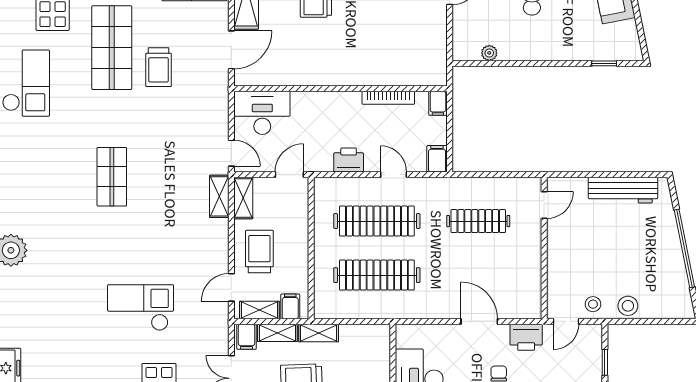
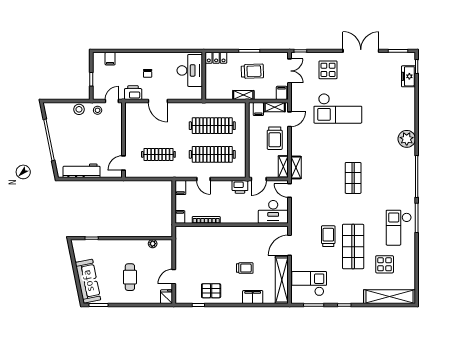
printer: (349, 160) -> (240, 187), moved
checkout: (141, 308) -> (338, 108), width x1.36, depth x1.21
shelving: (277, 333) -> (265, 95), removed

